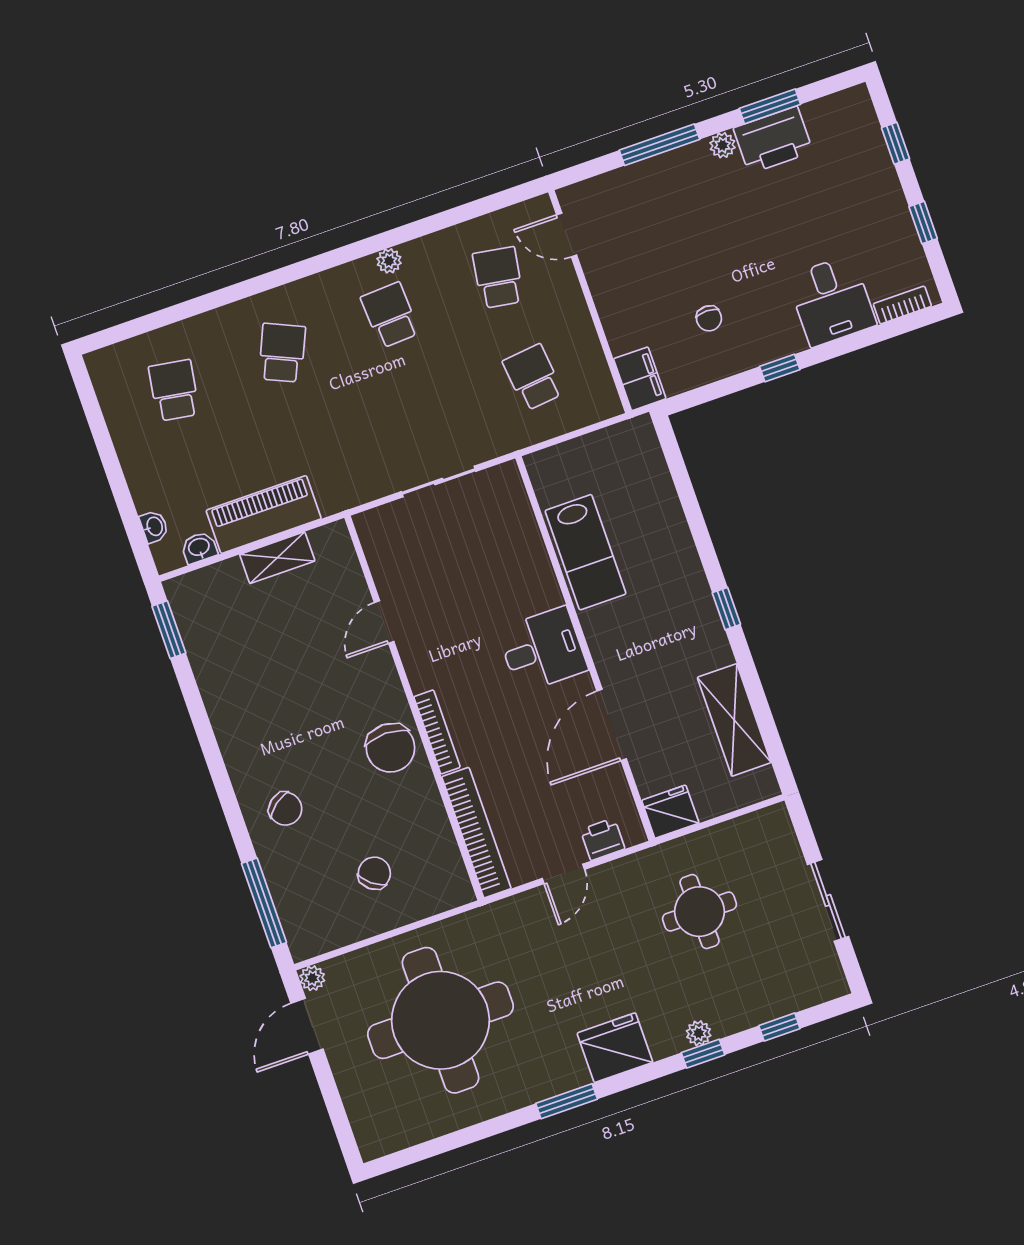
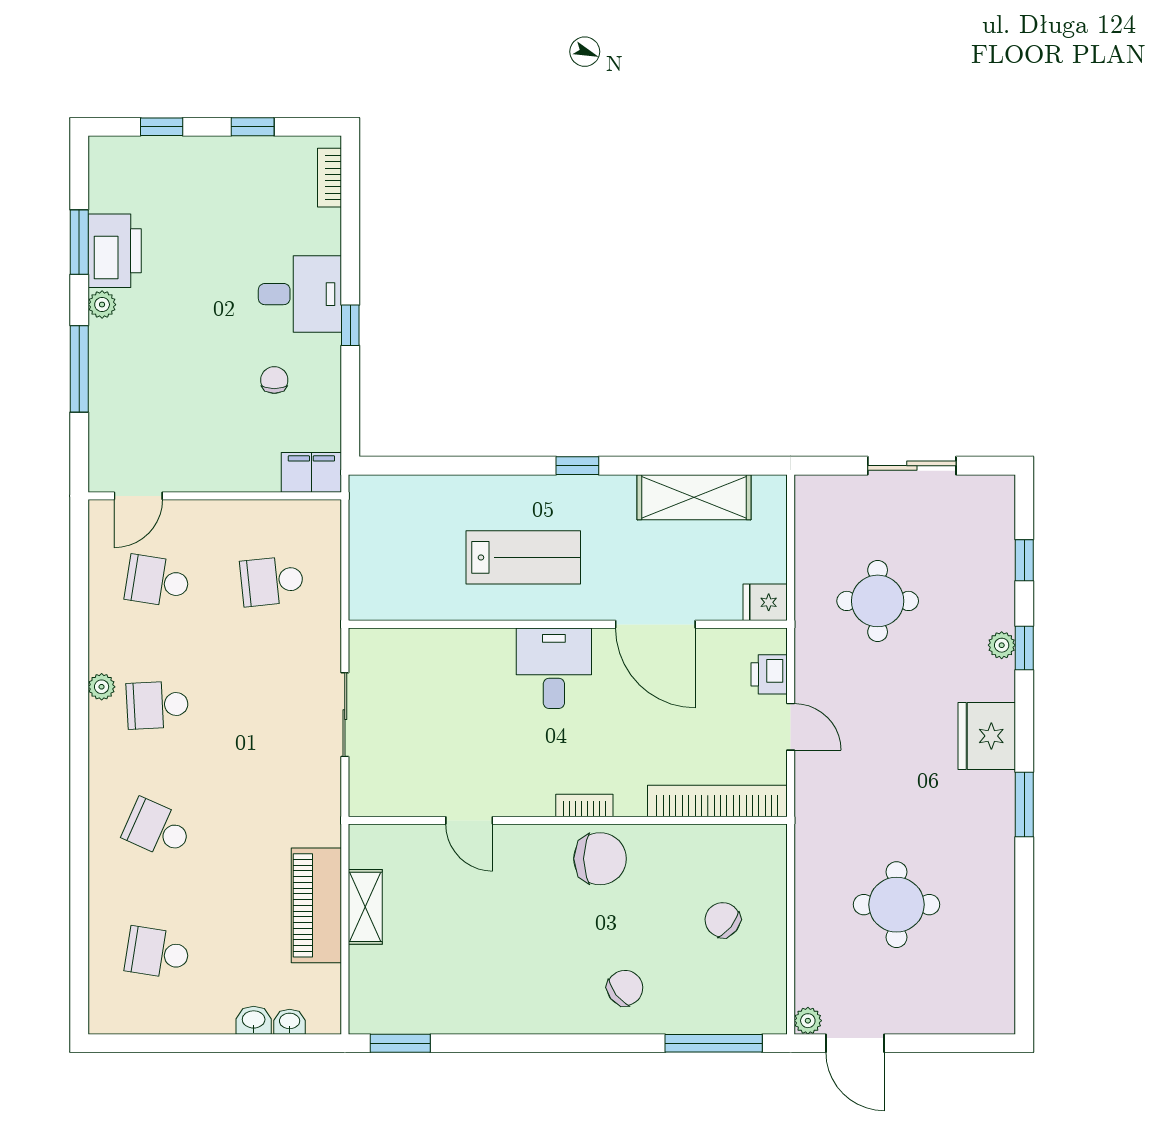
desk: (832, 301) -> (300, 294), moved
chair: (709, 318) -> (274, 380), turned -90
washbasin: (199, 548) -> (254, 1020), moved, turned 90
lab bench: (585, 552) -> (523, 557), moved
bookcase: (437, 732) -> (584, 805), width x0.64
fridge: (670, 812) -> (765, 602), width x0.72
round table: (440, 1020) -> (897, 905), width x0.54, depth x0.54

